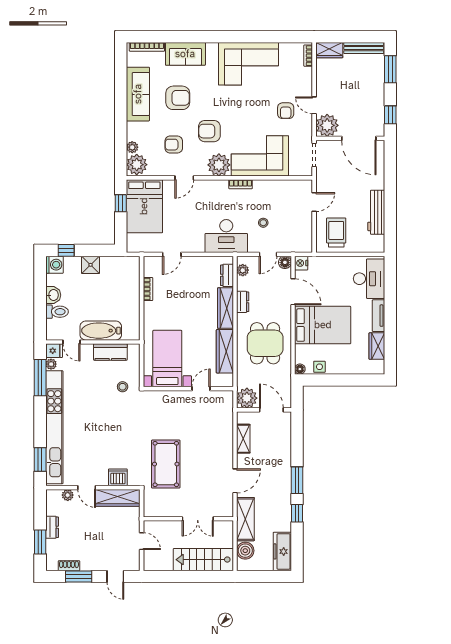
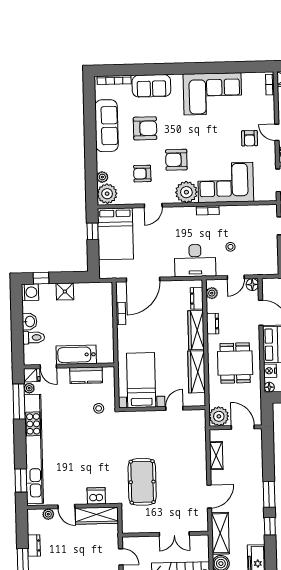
door: (172, 254) -> (143, 279), width x1.87
nightstand: (301, 263) -> (270, 371), moved

